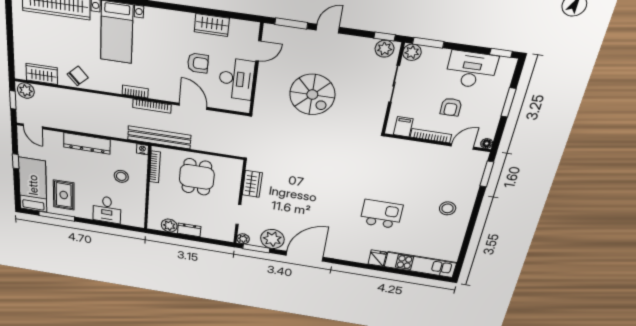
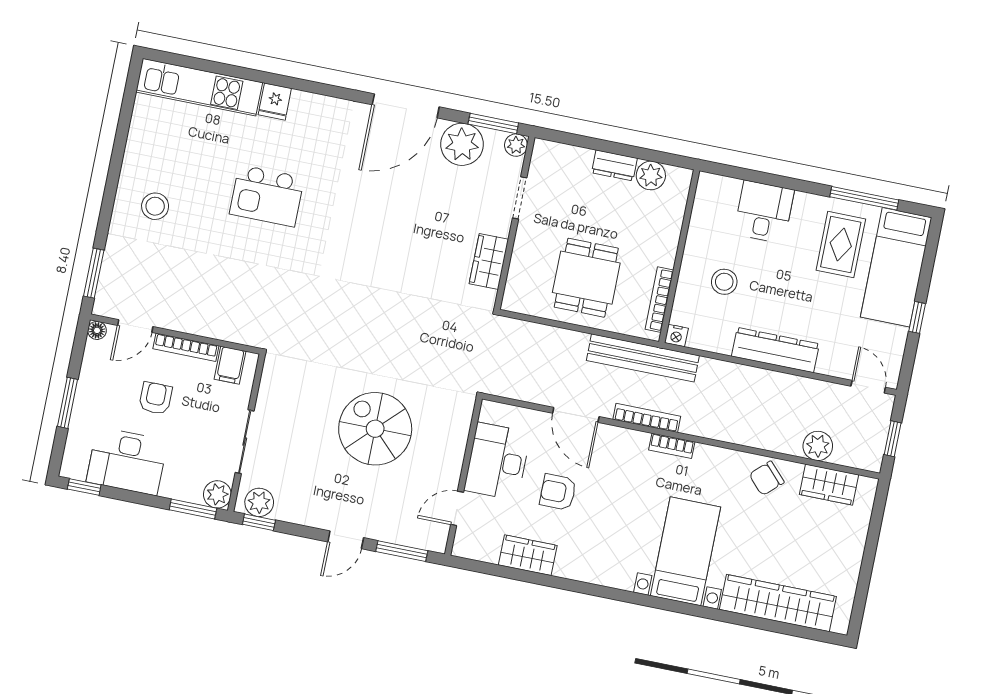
plant: (26, 91) -> (818, 446), moved

